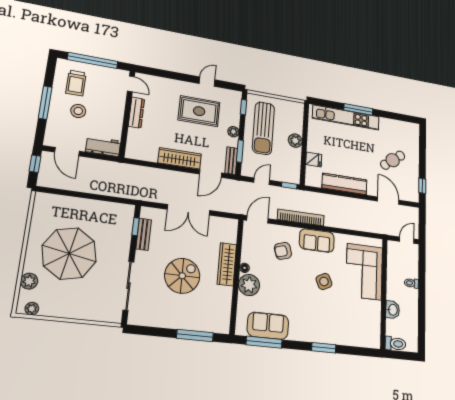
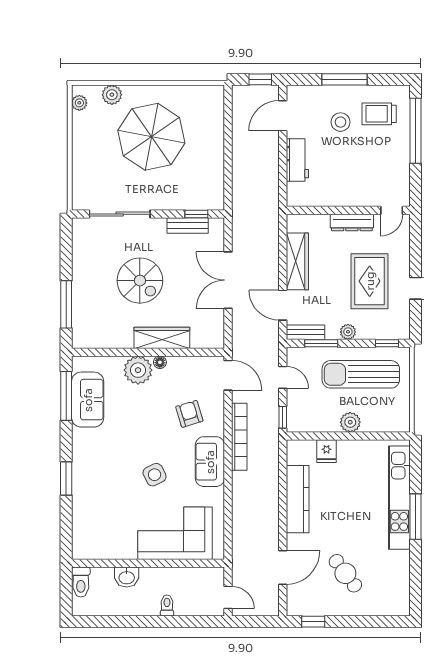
door: (131, 84) -> (392, 210), moved
dresser: (136, 113) -> (352, 222), moved
wall: (127, 114) -> (348, 210), moved

